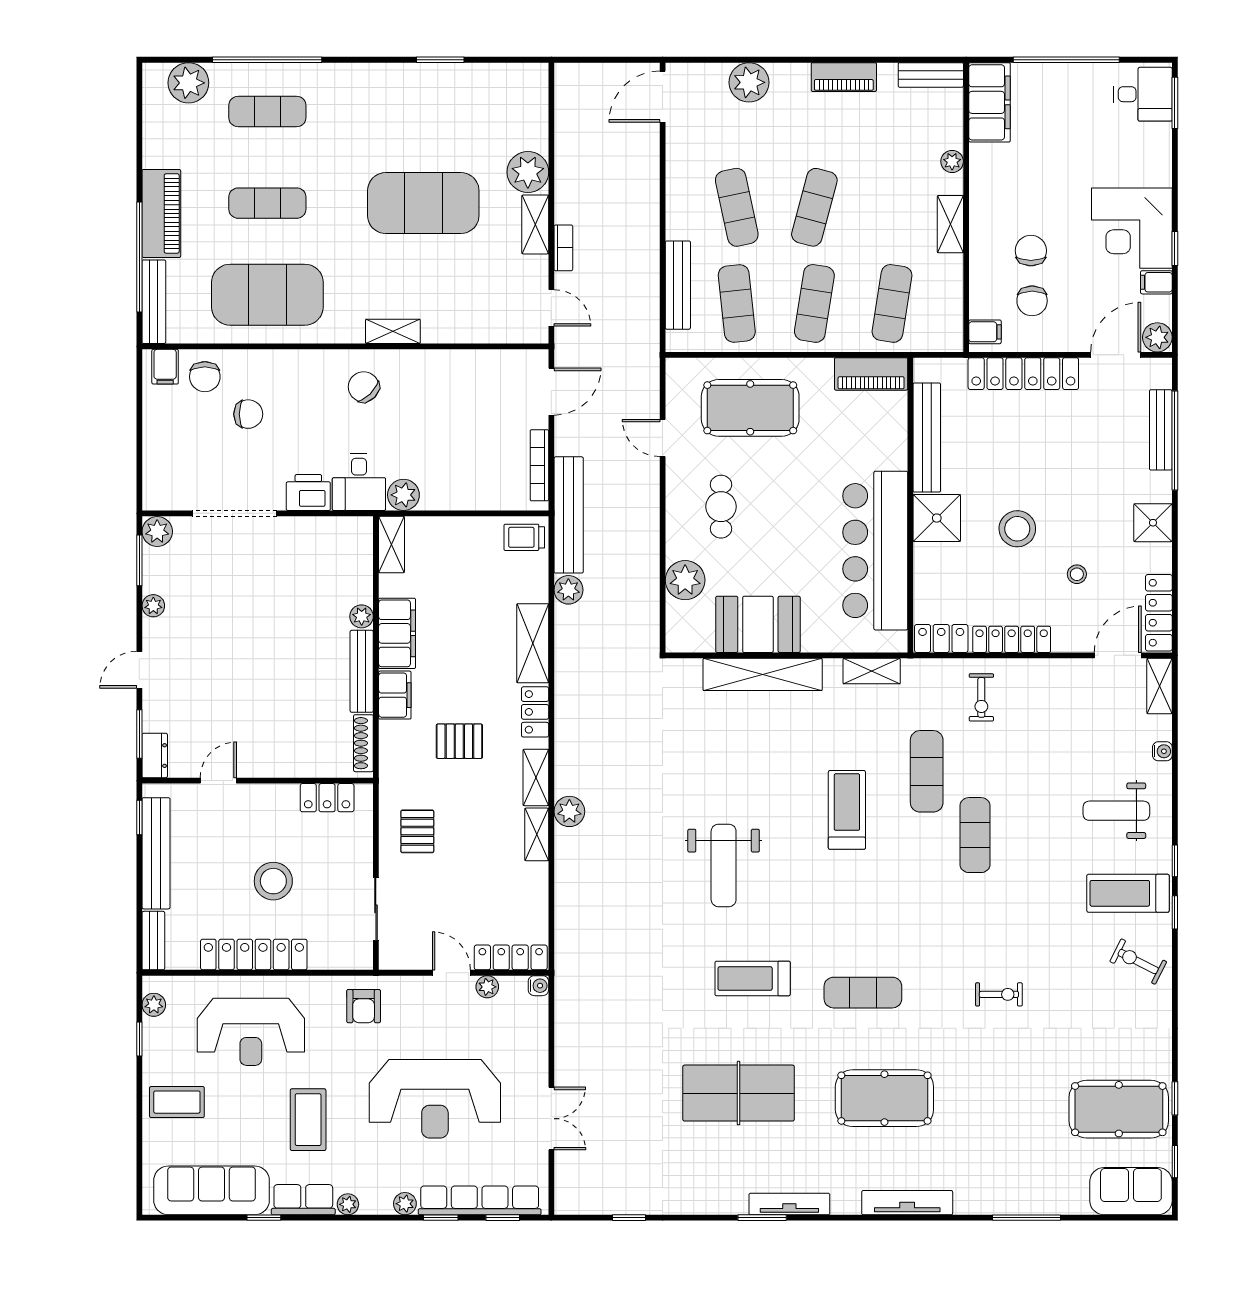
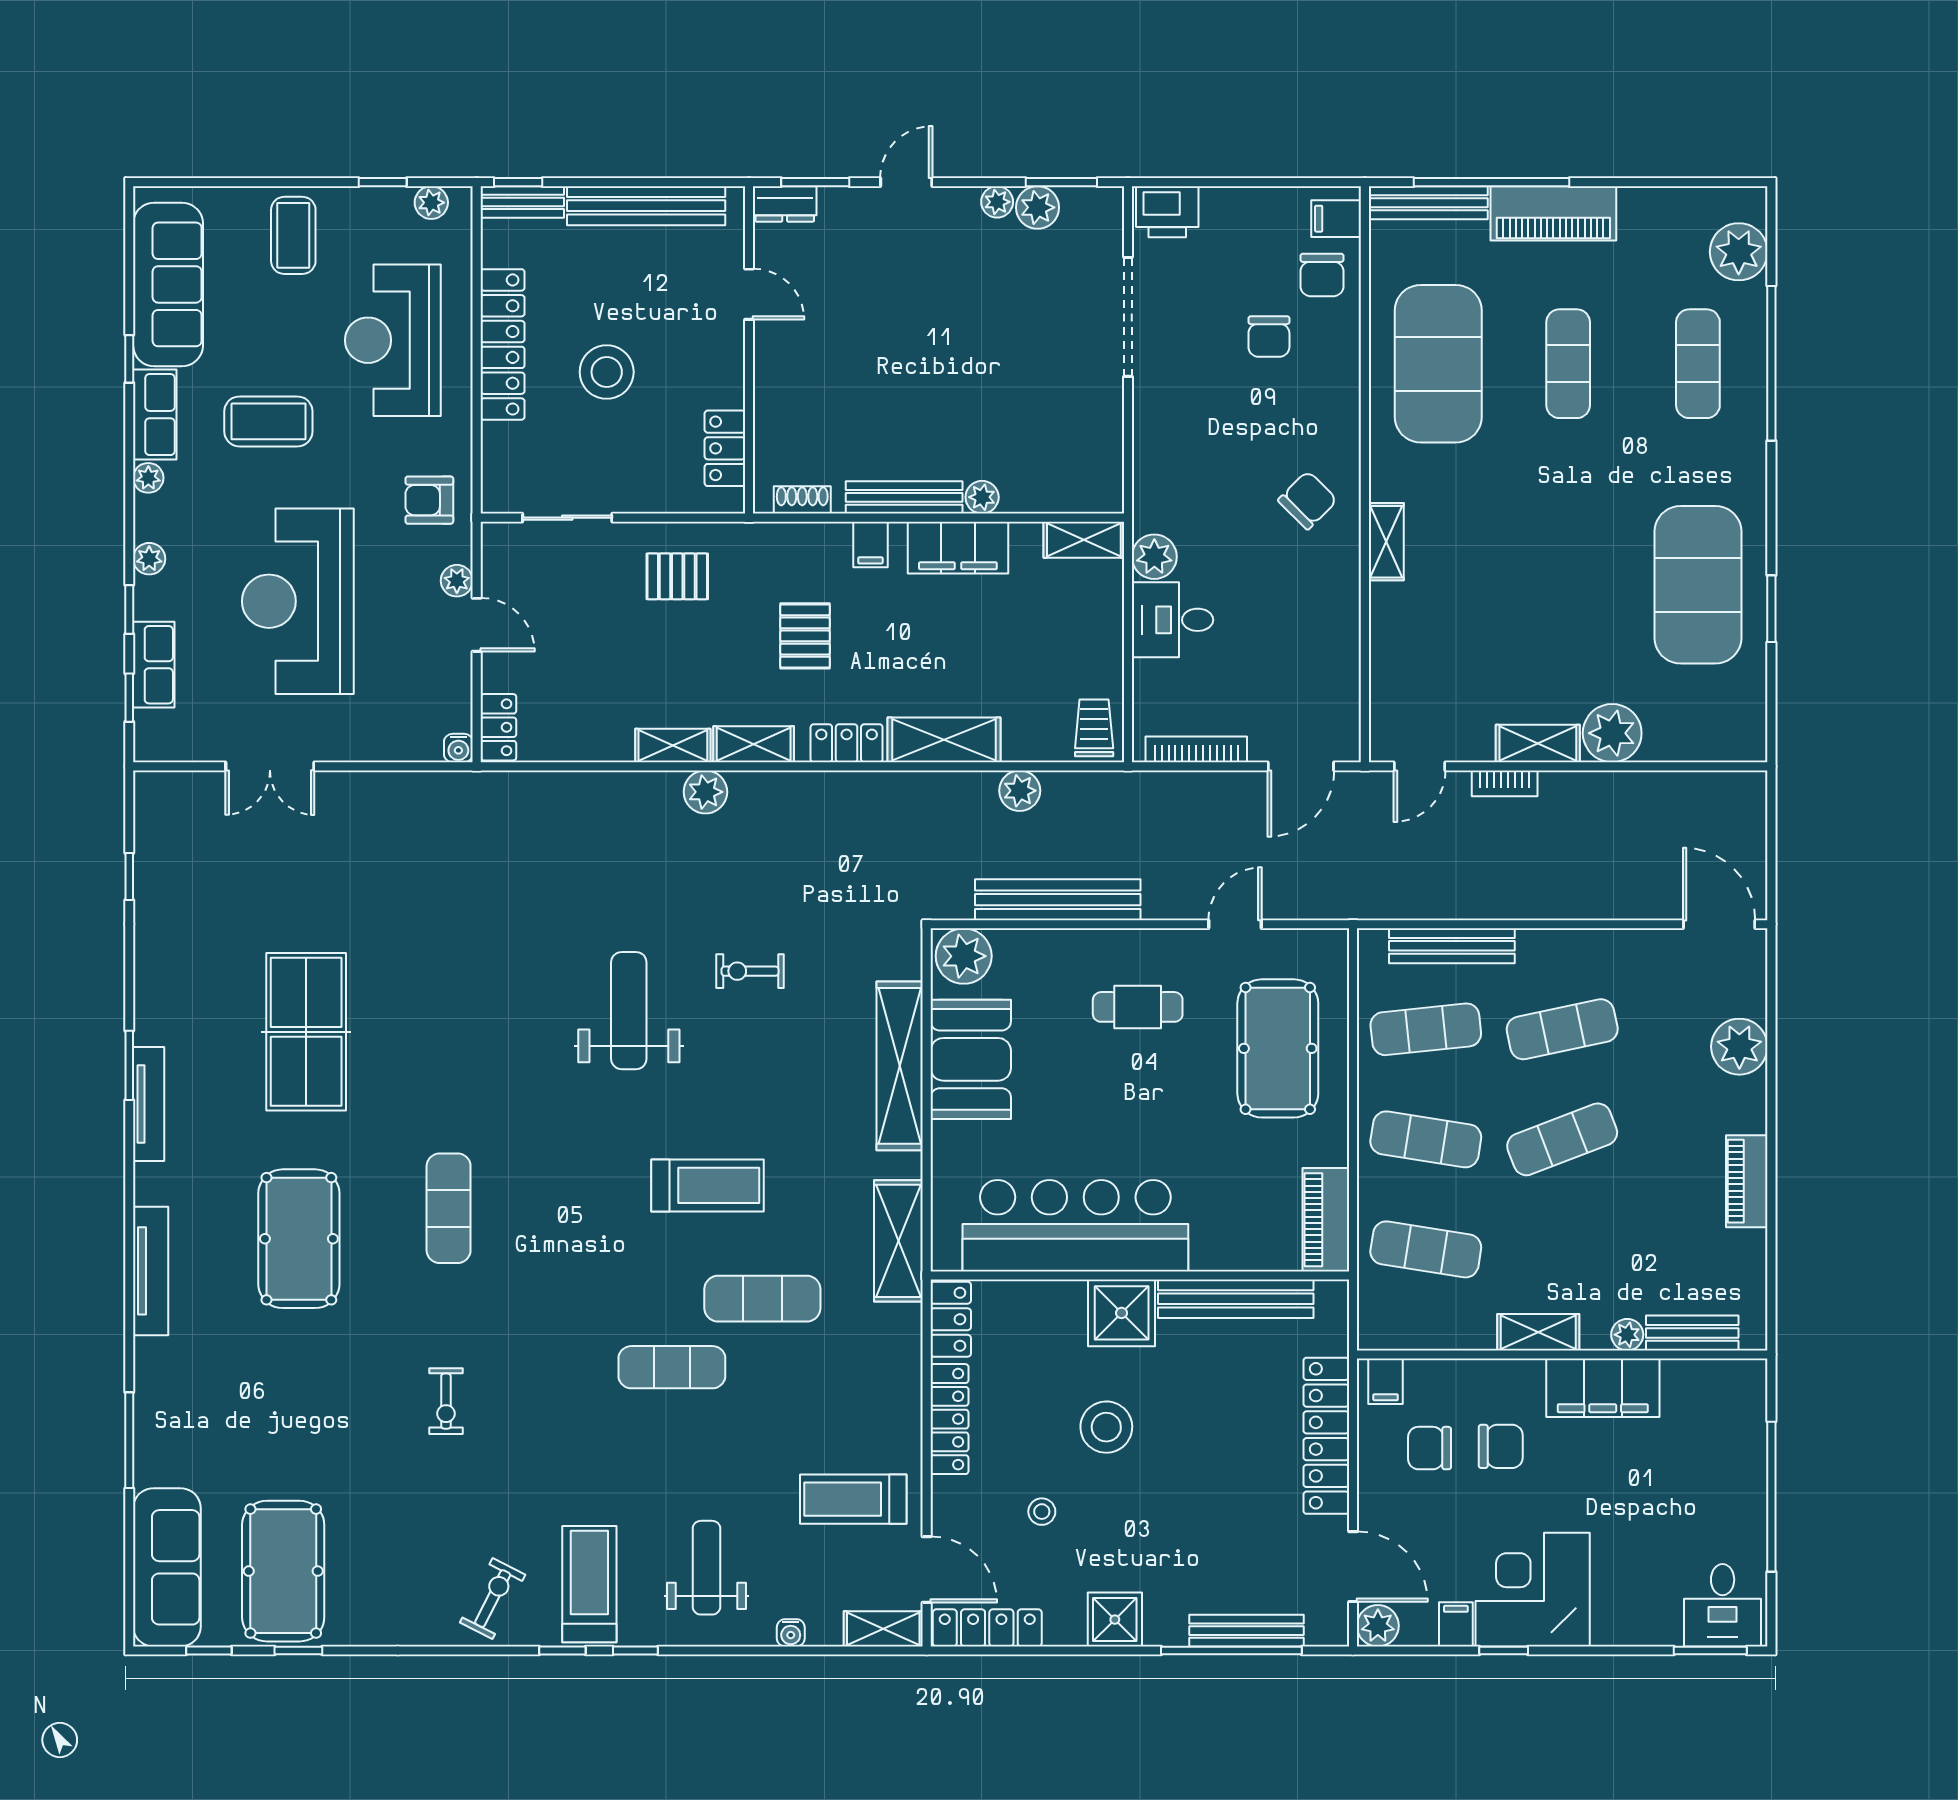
bench: (931, 75) -> (1692, 1333), moved, turned 90
filing cabinet: (990, 102) -> (1603, 1388), moved
exercise mat: (423, 203) -> (1698, 585), moved
exercise mat: (814, 207) -> (1562, 1139), turned -36
chair: (205, 377) -> (1322, 275), turned -90
door: (551, 392) -> (1301, 766), hinge flipped
desk: (359, 482) -> (1172, 620), moved
printer: (308, 493) -> (1167, 212), moved, turned 90
bench: (569, 515) -> (1058, 900), moved
plant: (157, 531) -> (1038, 207), moved
plant: (685, 580) -> (964, 956), moved
door: (139, 670) -> (906, 182), hinge flipped
shelving: (872, 671) -> (898, 1241), width x1.50, depth x1.33
filing cabinet: (395, 695) -> (870, 544), width x0.50
exercise bike: (981, 697) -> (750, 971), moved
shoe rack: (363, 743) -> (802, 500), width x0.70
window: (139, 817) -> (518, 182), moved
weight bench: (724, 865) -> (629, 1011), turned 90
locker: (511, 957) -> (498, 727), width x0.66
door: (451, 973) -> (477, 625), hinge flipped
treadmill: (753, 978) -> (853, 1499), moved, turned -90
plant: (487, 987) -> (457, 581), moved
sofa: (1131, 1191) -> (167, 1567), width x1.36
row of seats: (480, 1200) -> (154, 665), width x0.50

